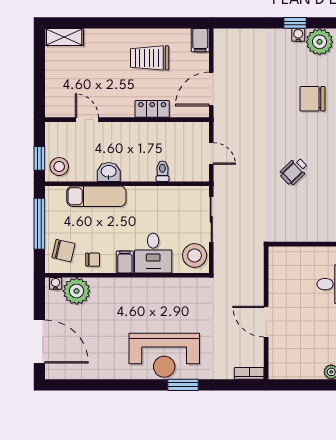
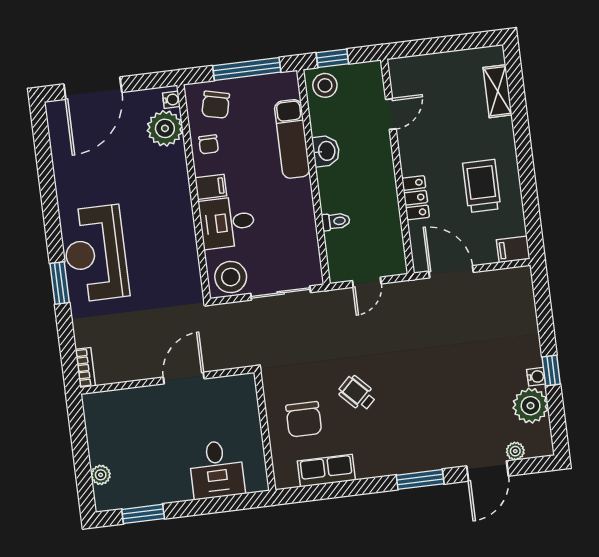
shelving: (64, 37) -> (498, 91), moved
chair: (313, 99) -> (304, 419), moved, turned 180
door: (266, 322) -> (184, 378), moved

